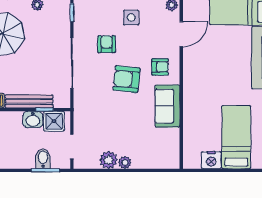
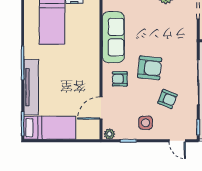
armchair: (107, 44) -> (167, 99), turned -68
sofa: (167, 106) -> (113, 37), width x1.36

